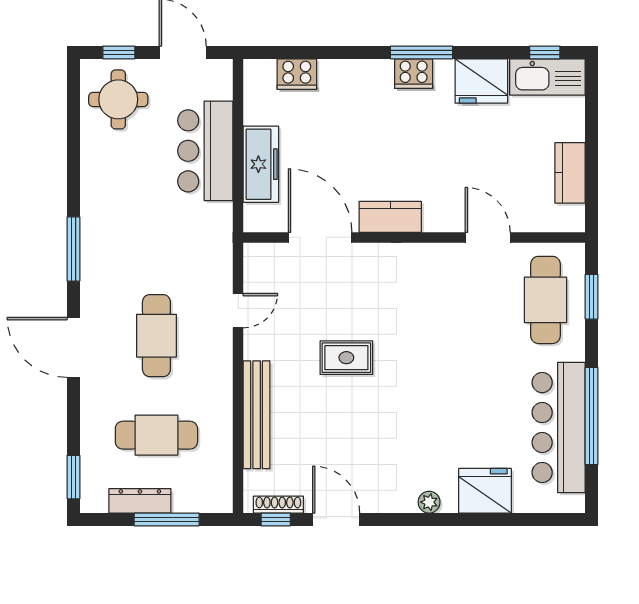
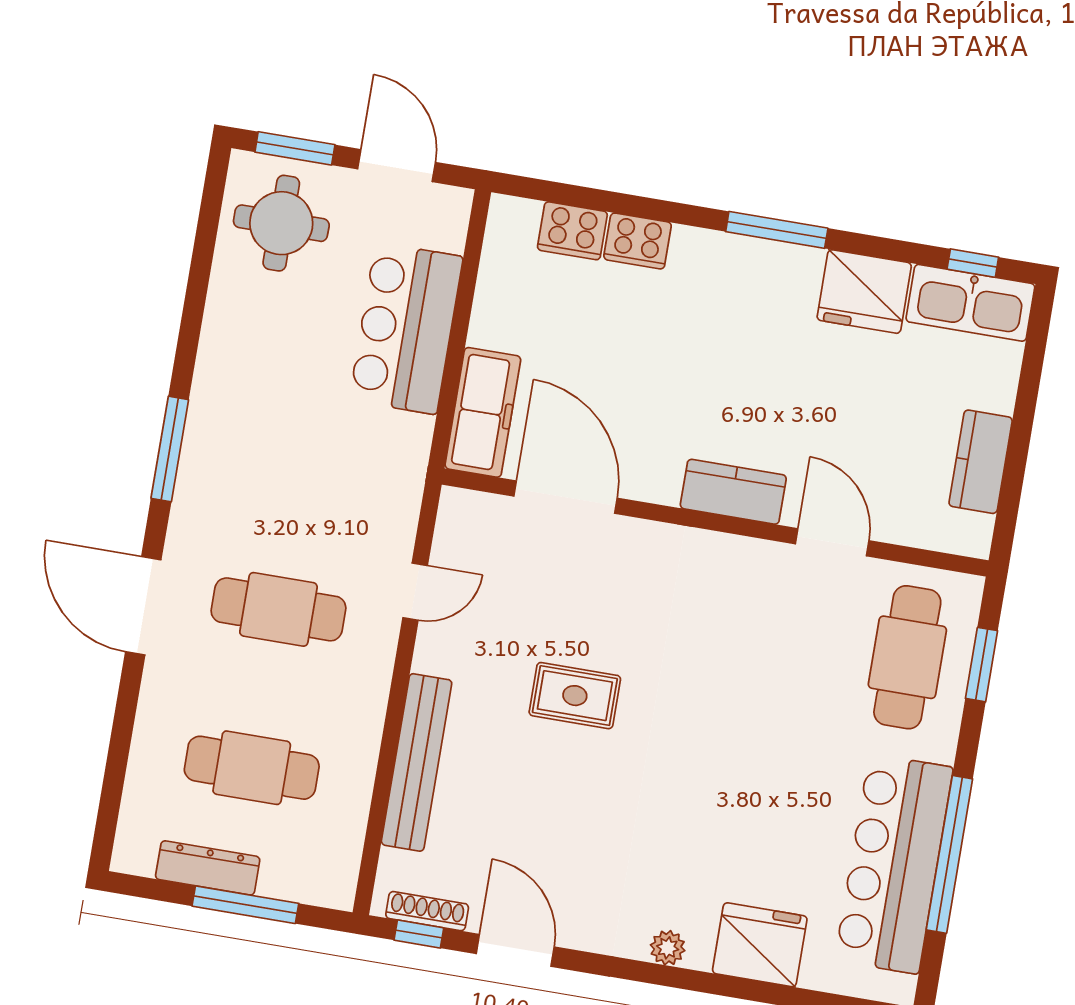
window: (119, 52) -> (295, 148), width x1.50
cooker: (414, 74) -> (638, 241), moved
freezer: (261, 164) -> (483, 412), moved
kitchen counter: (390, 217) -> (733, 492), moved
cafe table: (156, 336) -> (278, 609), turned 90
window: (73, 477) -> (108, 812), removed

